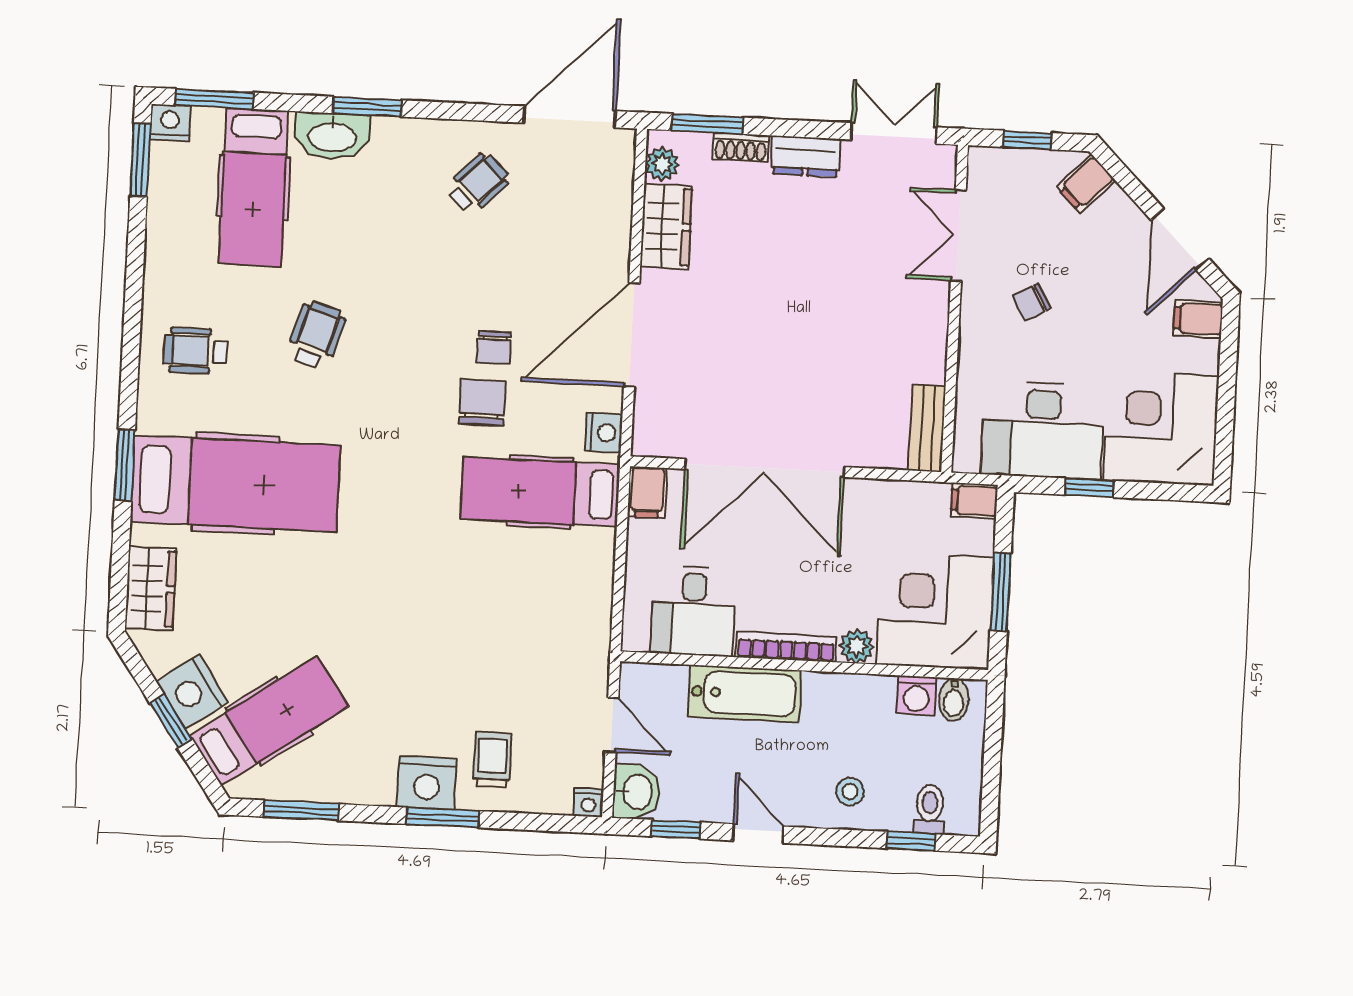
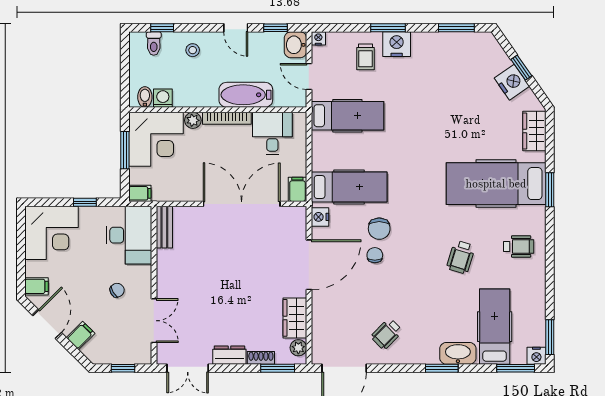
filing cabinet: (1086, 184) -> (81, 336), moved
desk: (1043, 430) -> (129, 235), moved, turned 90
hospital bed: (269, 721) -> (347, 116), moved, turned -145

